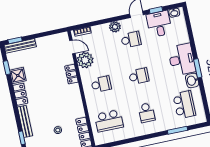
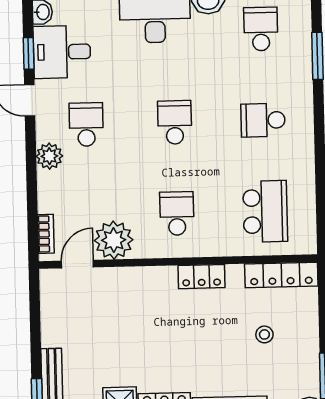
locker: (71, 74) -> (201, 277), moved
school desk: (184, 105) -> (261, 29), width x0.54
school desk: (147, 113) -> (263, 120), turned 180

